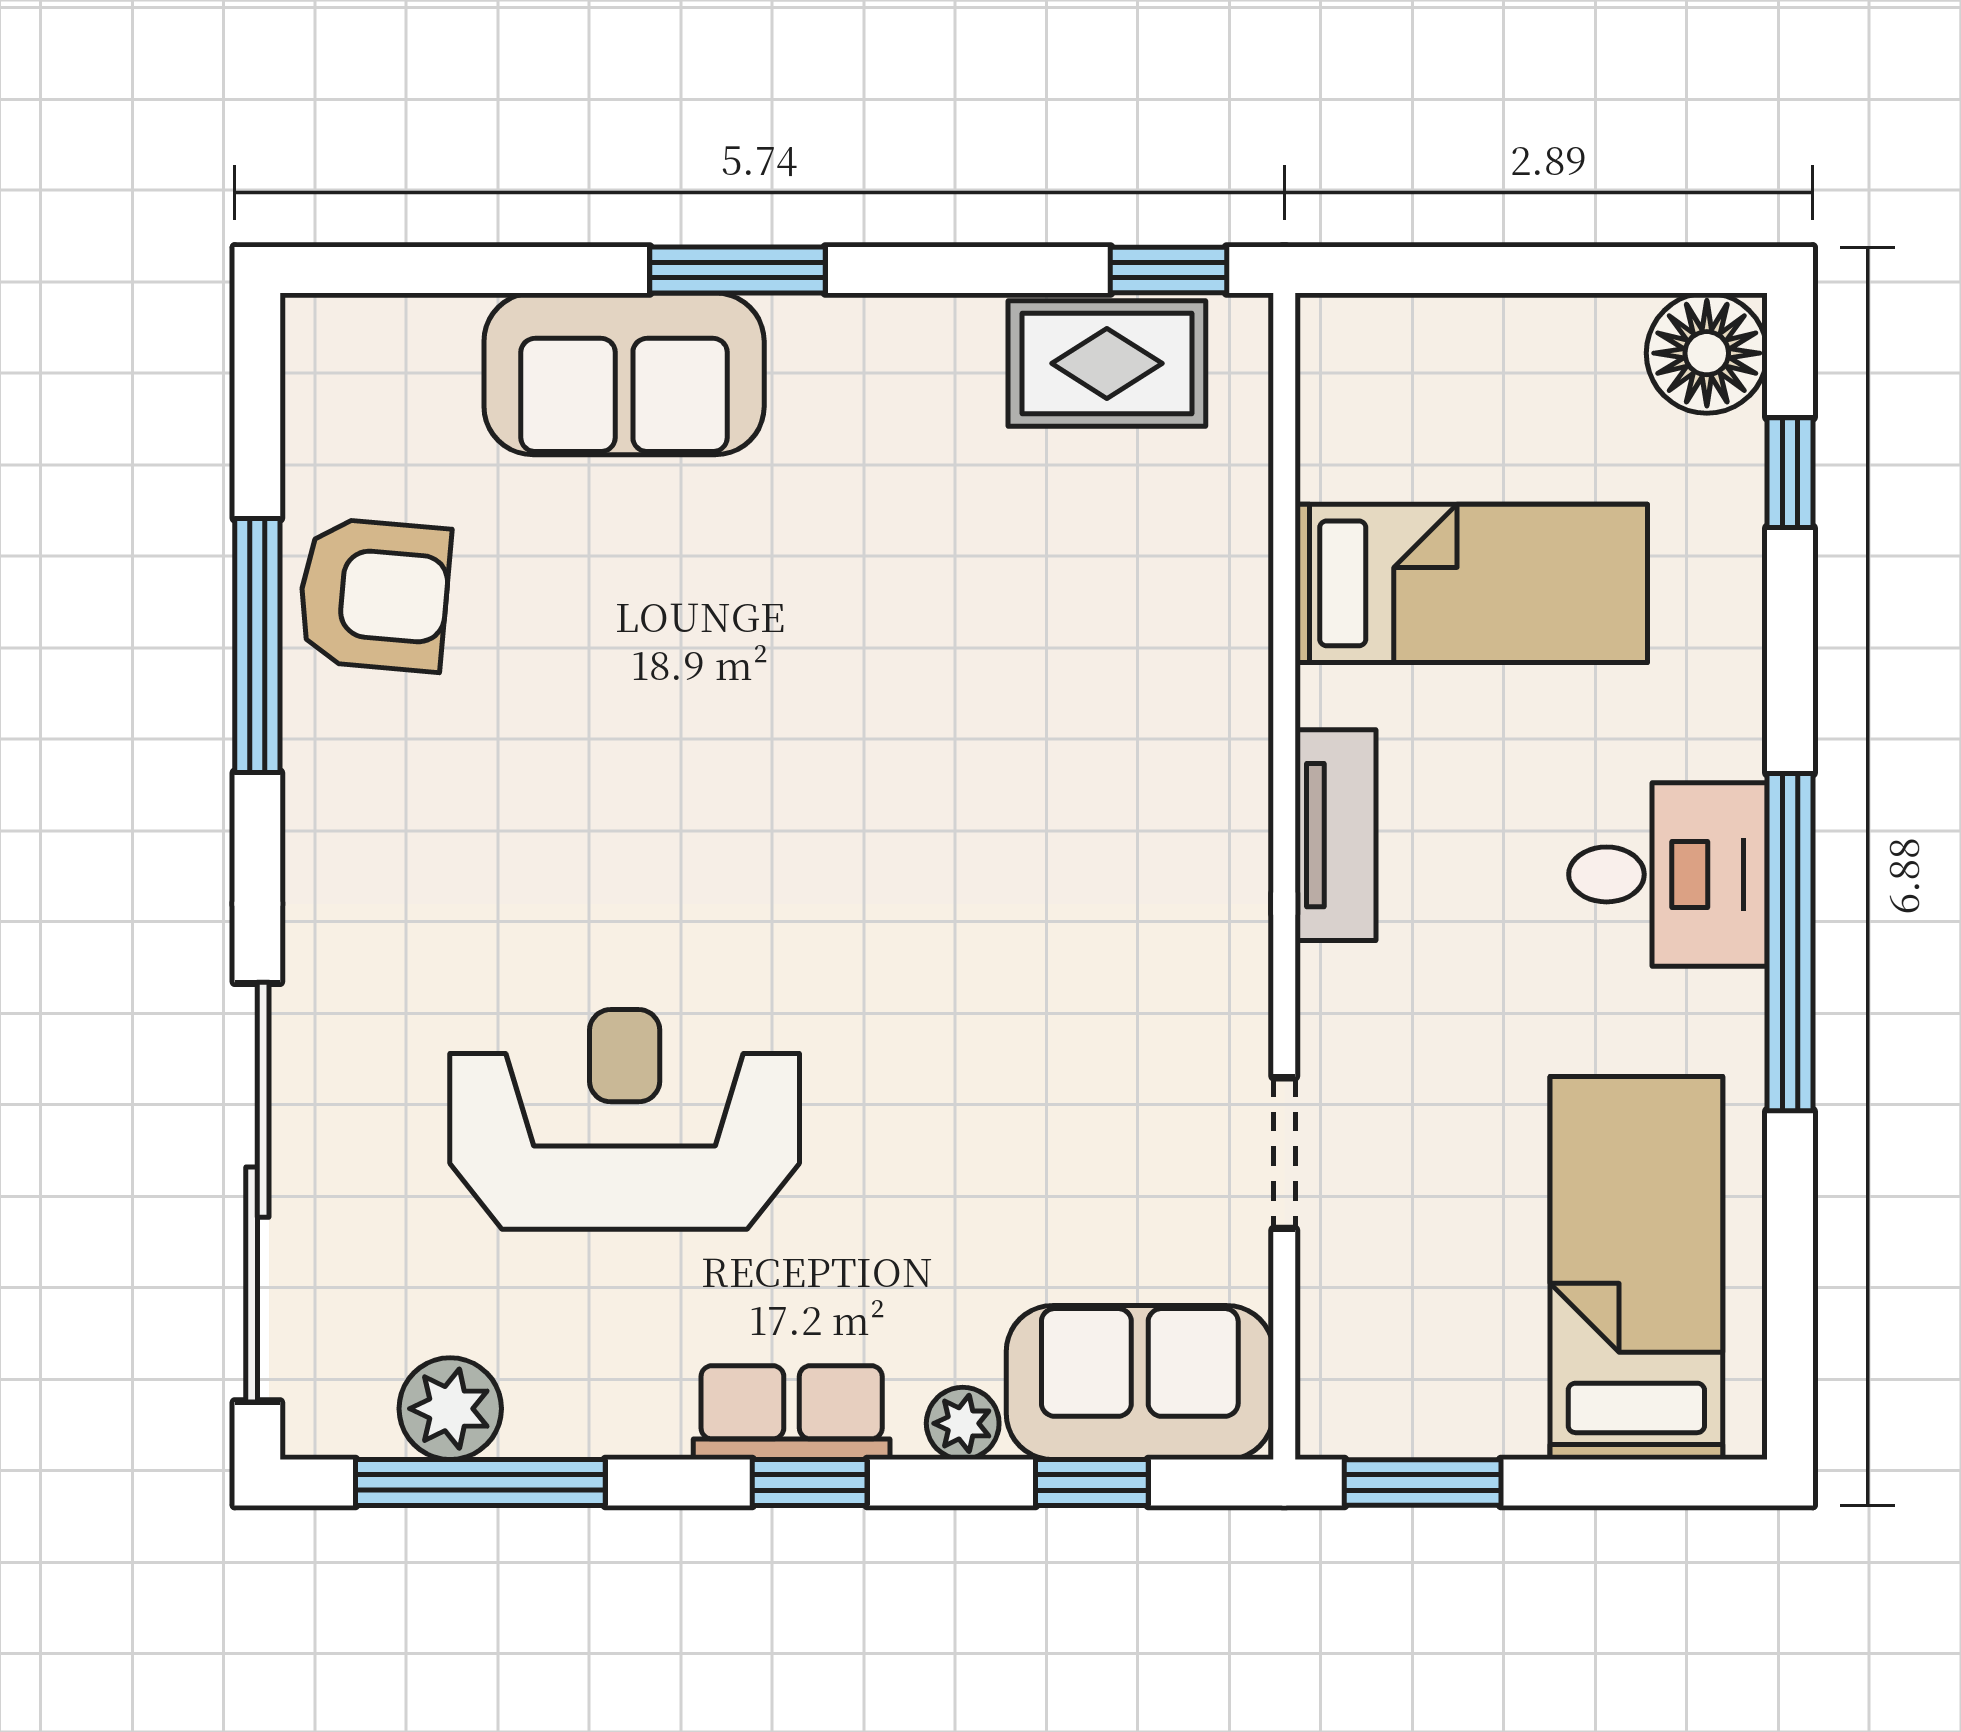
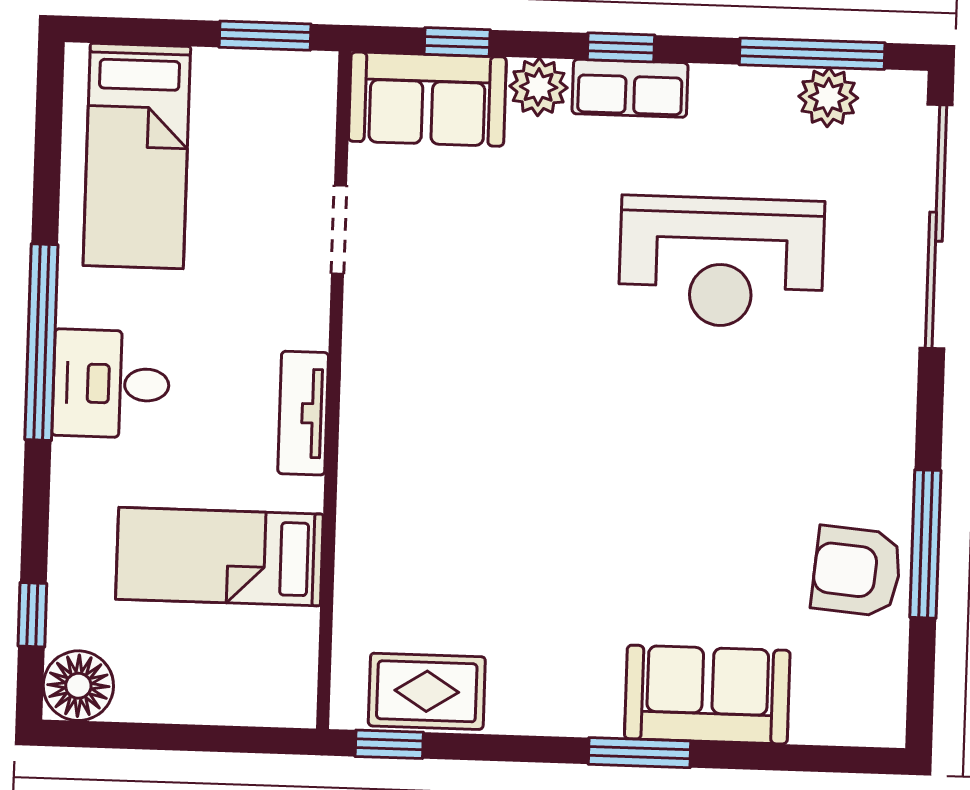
plant: (963, 1423) -> (539, 87), width x1.38, depth x1.38

